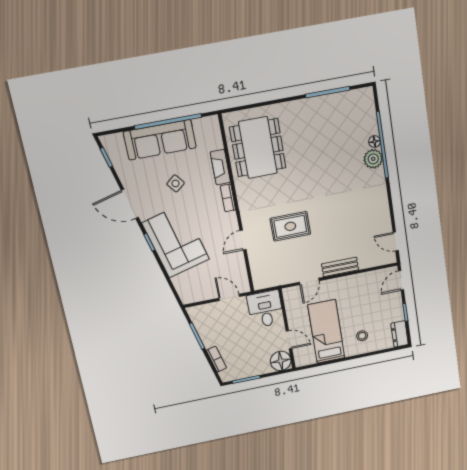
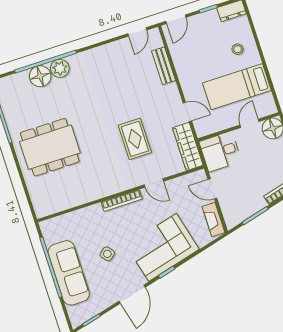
floor lamp: (374, 142) -> (40, 76), width x1.89, depth x1.89
dining table: (258, 148) -> (50, 147), moved
fireplace: (220, 167) -> (213, 220), moved, turned 90
bookcase: (228, 198) -> (122, 201), width x1.56
bench: (340, 267) -> (164, 66), moved
wardrobe: (275, 278) -> (188, 146), added
door: (401, 280) -> (176, 19), hinge flipped
door: (229, 297) -> (212, 189), hinge flipped

